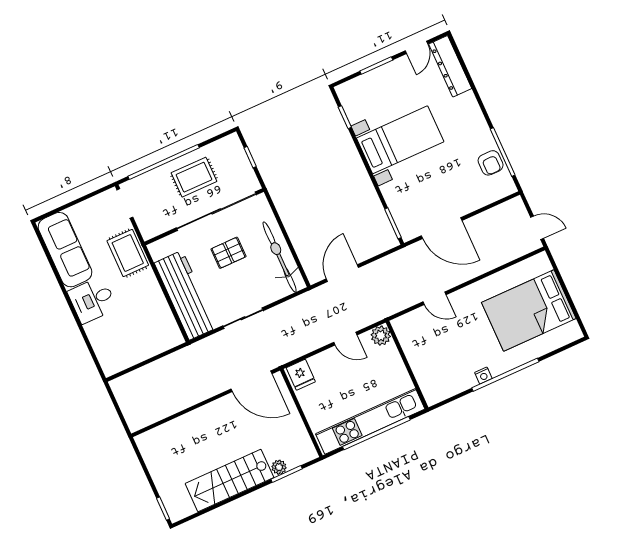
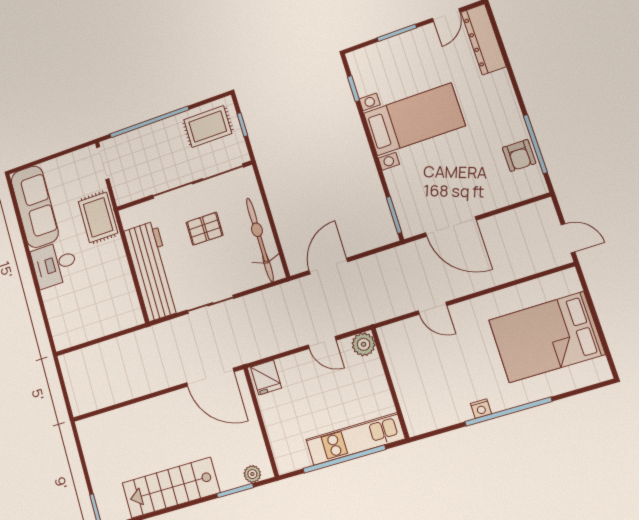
rug: (194, 177) -> (208, 127), moved
kitchen unit: (370, 421) -> (355, 439), width x0.73
plant: (279, 467) -> (252, 474), moved

